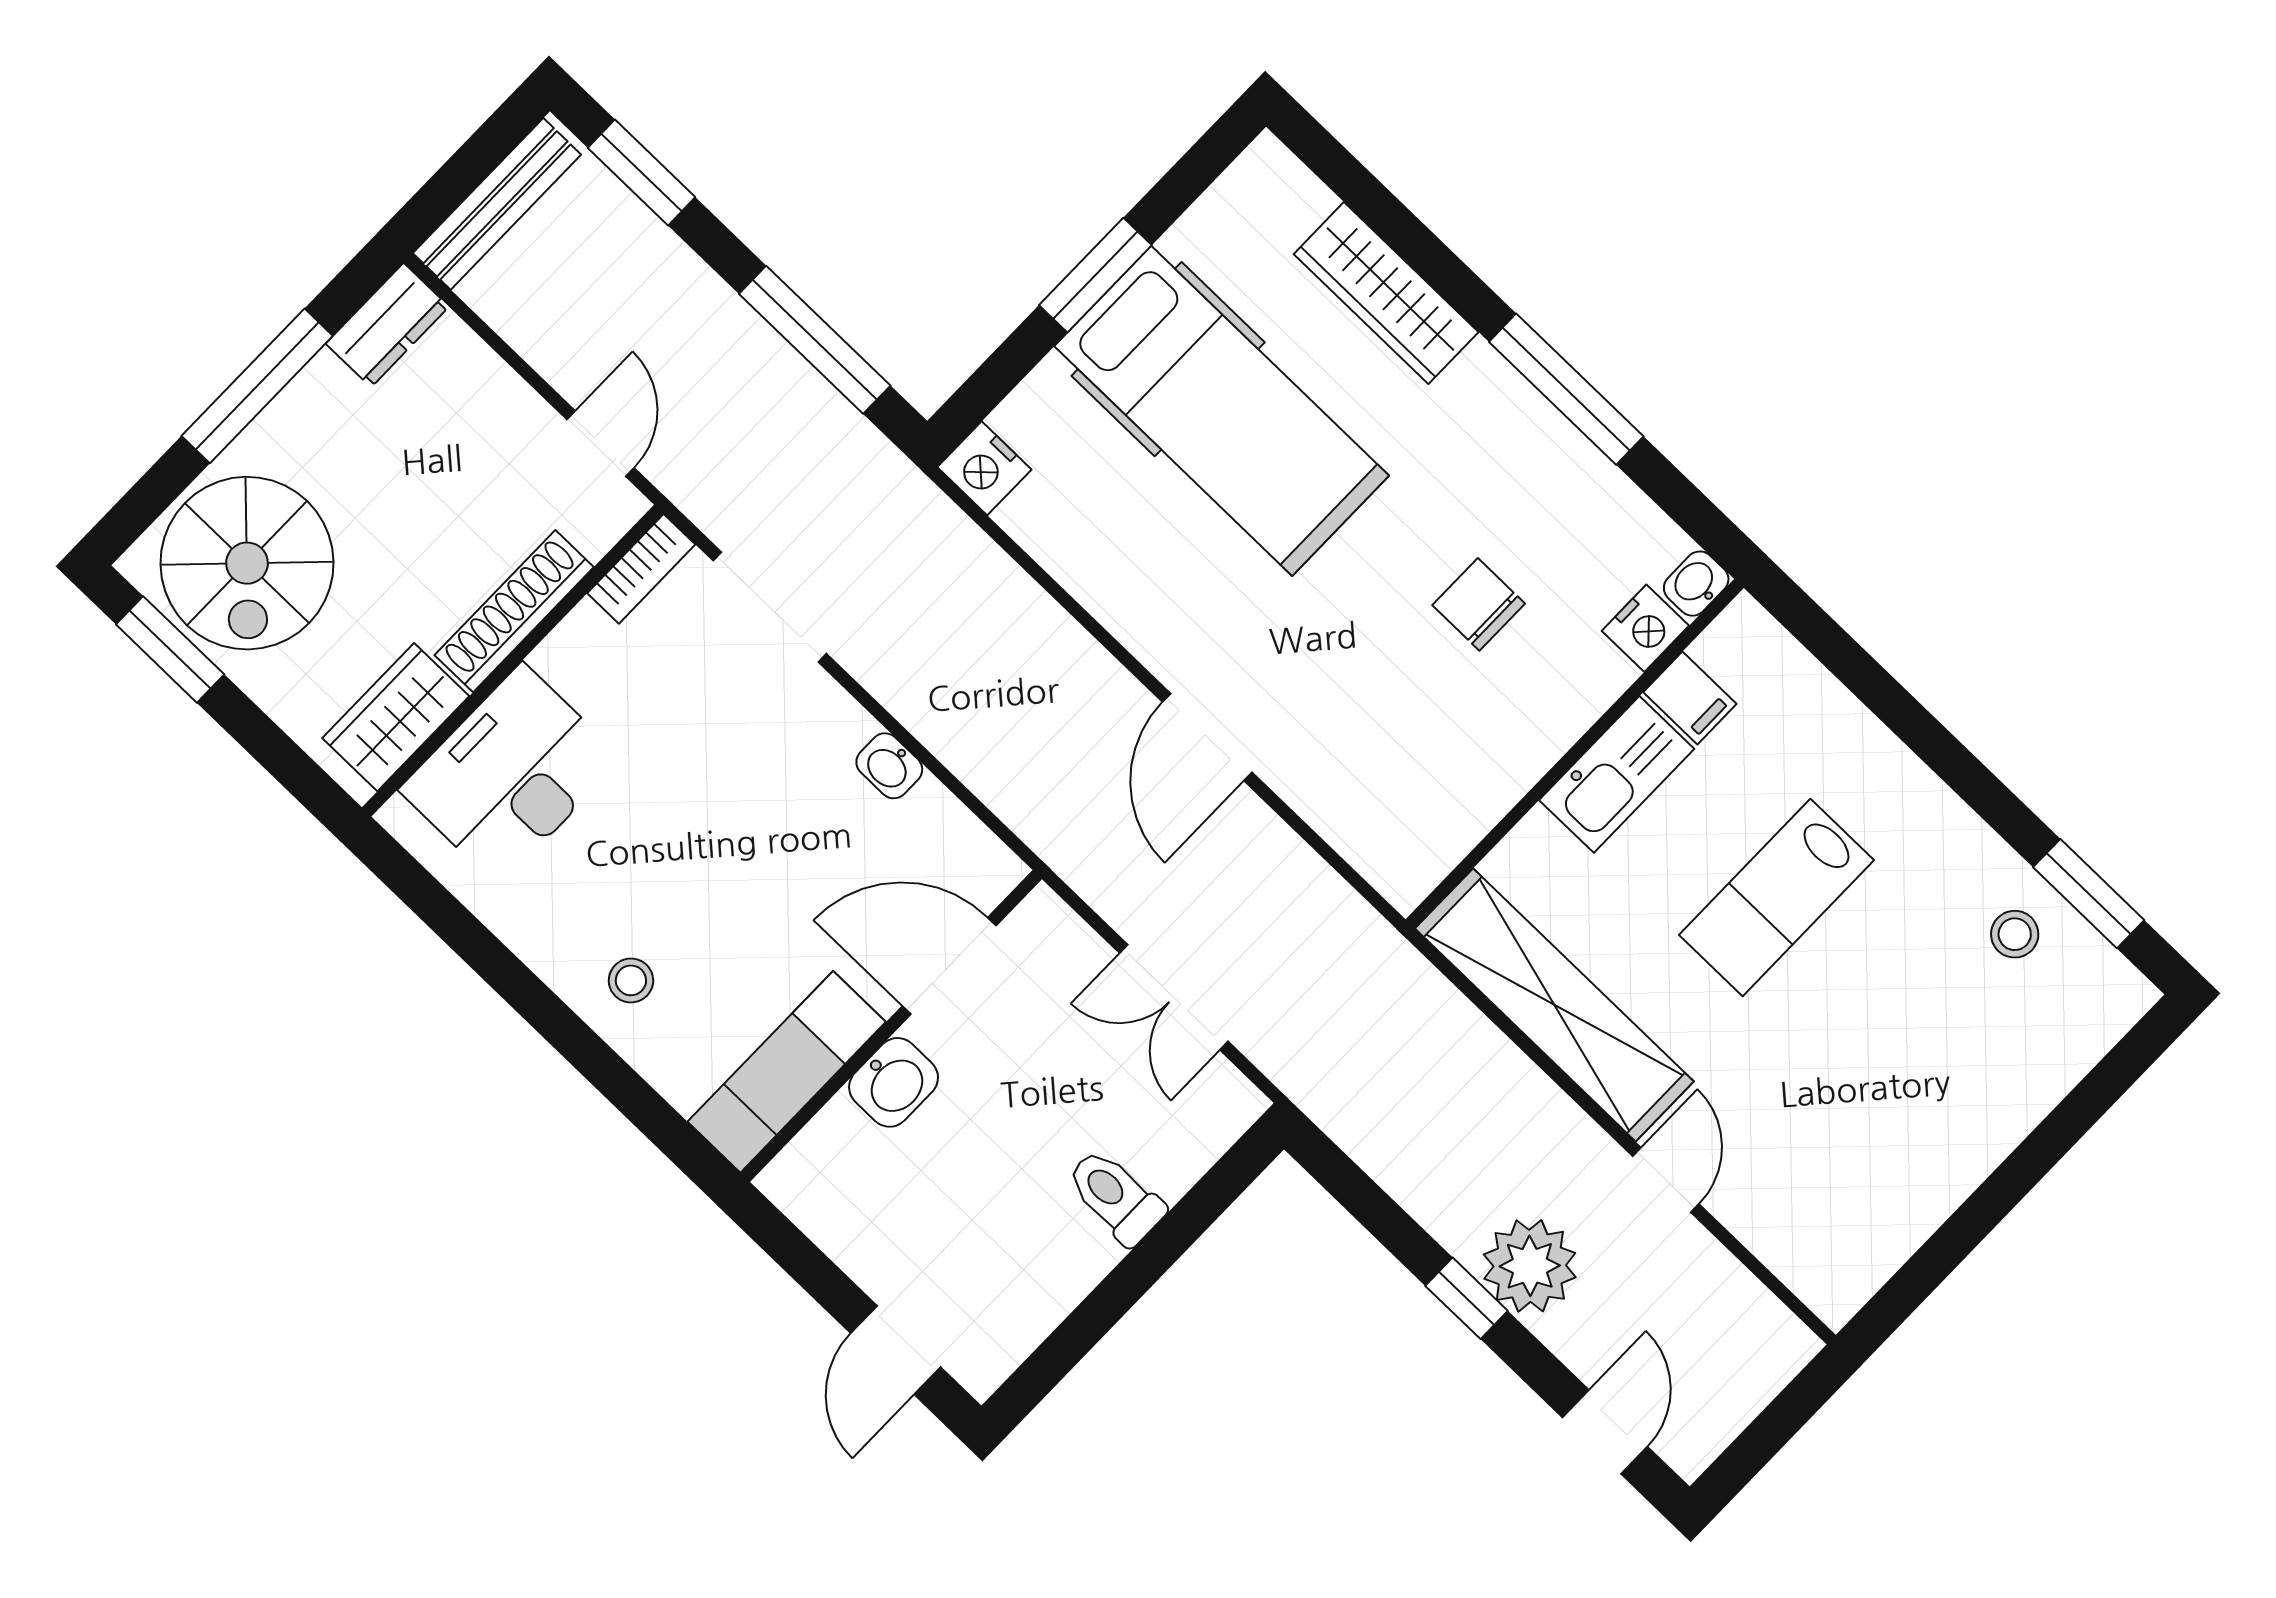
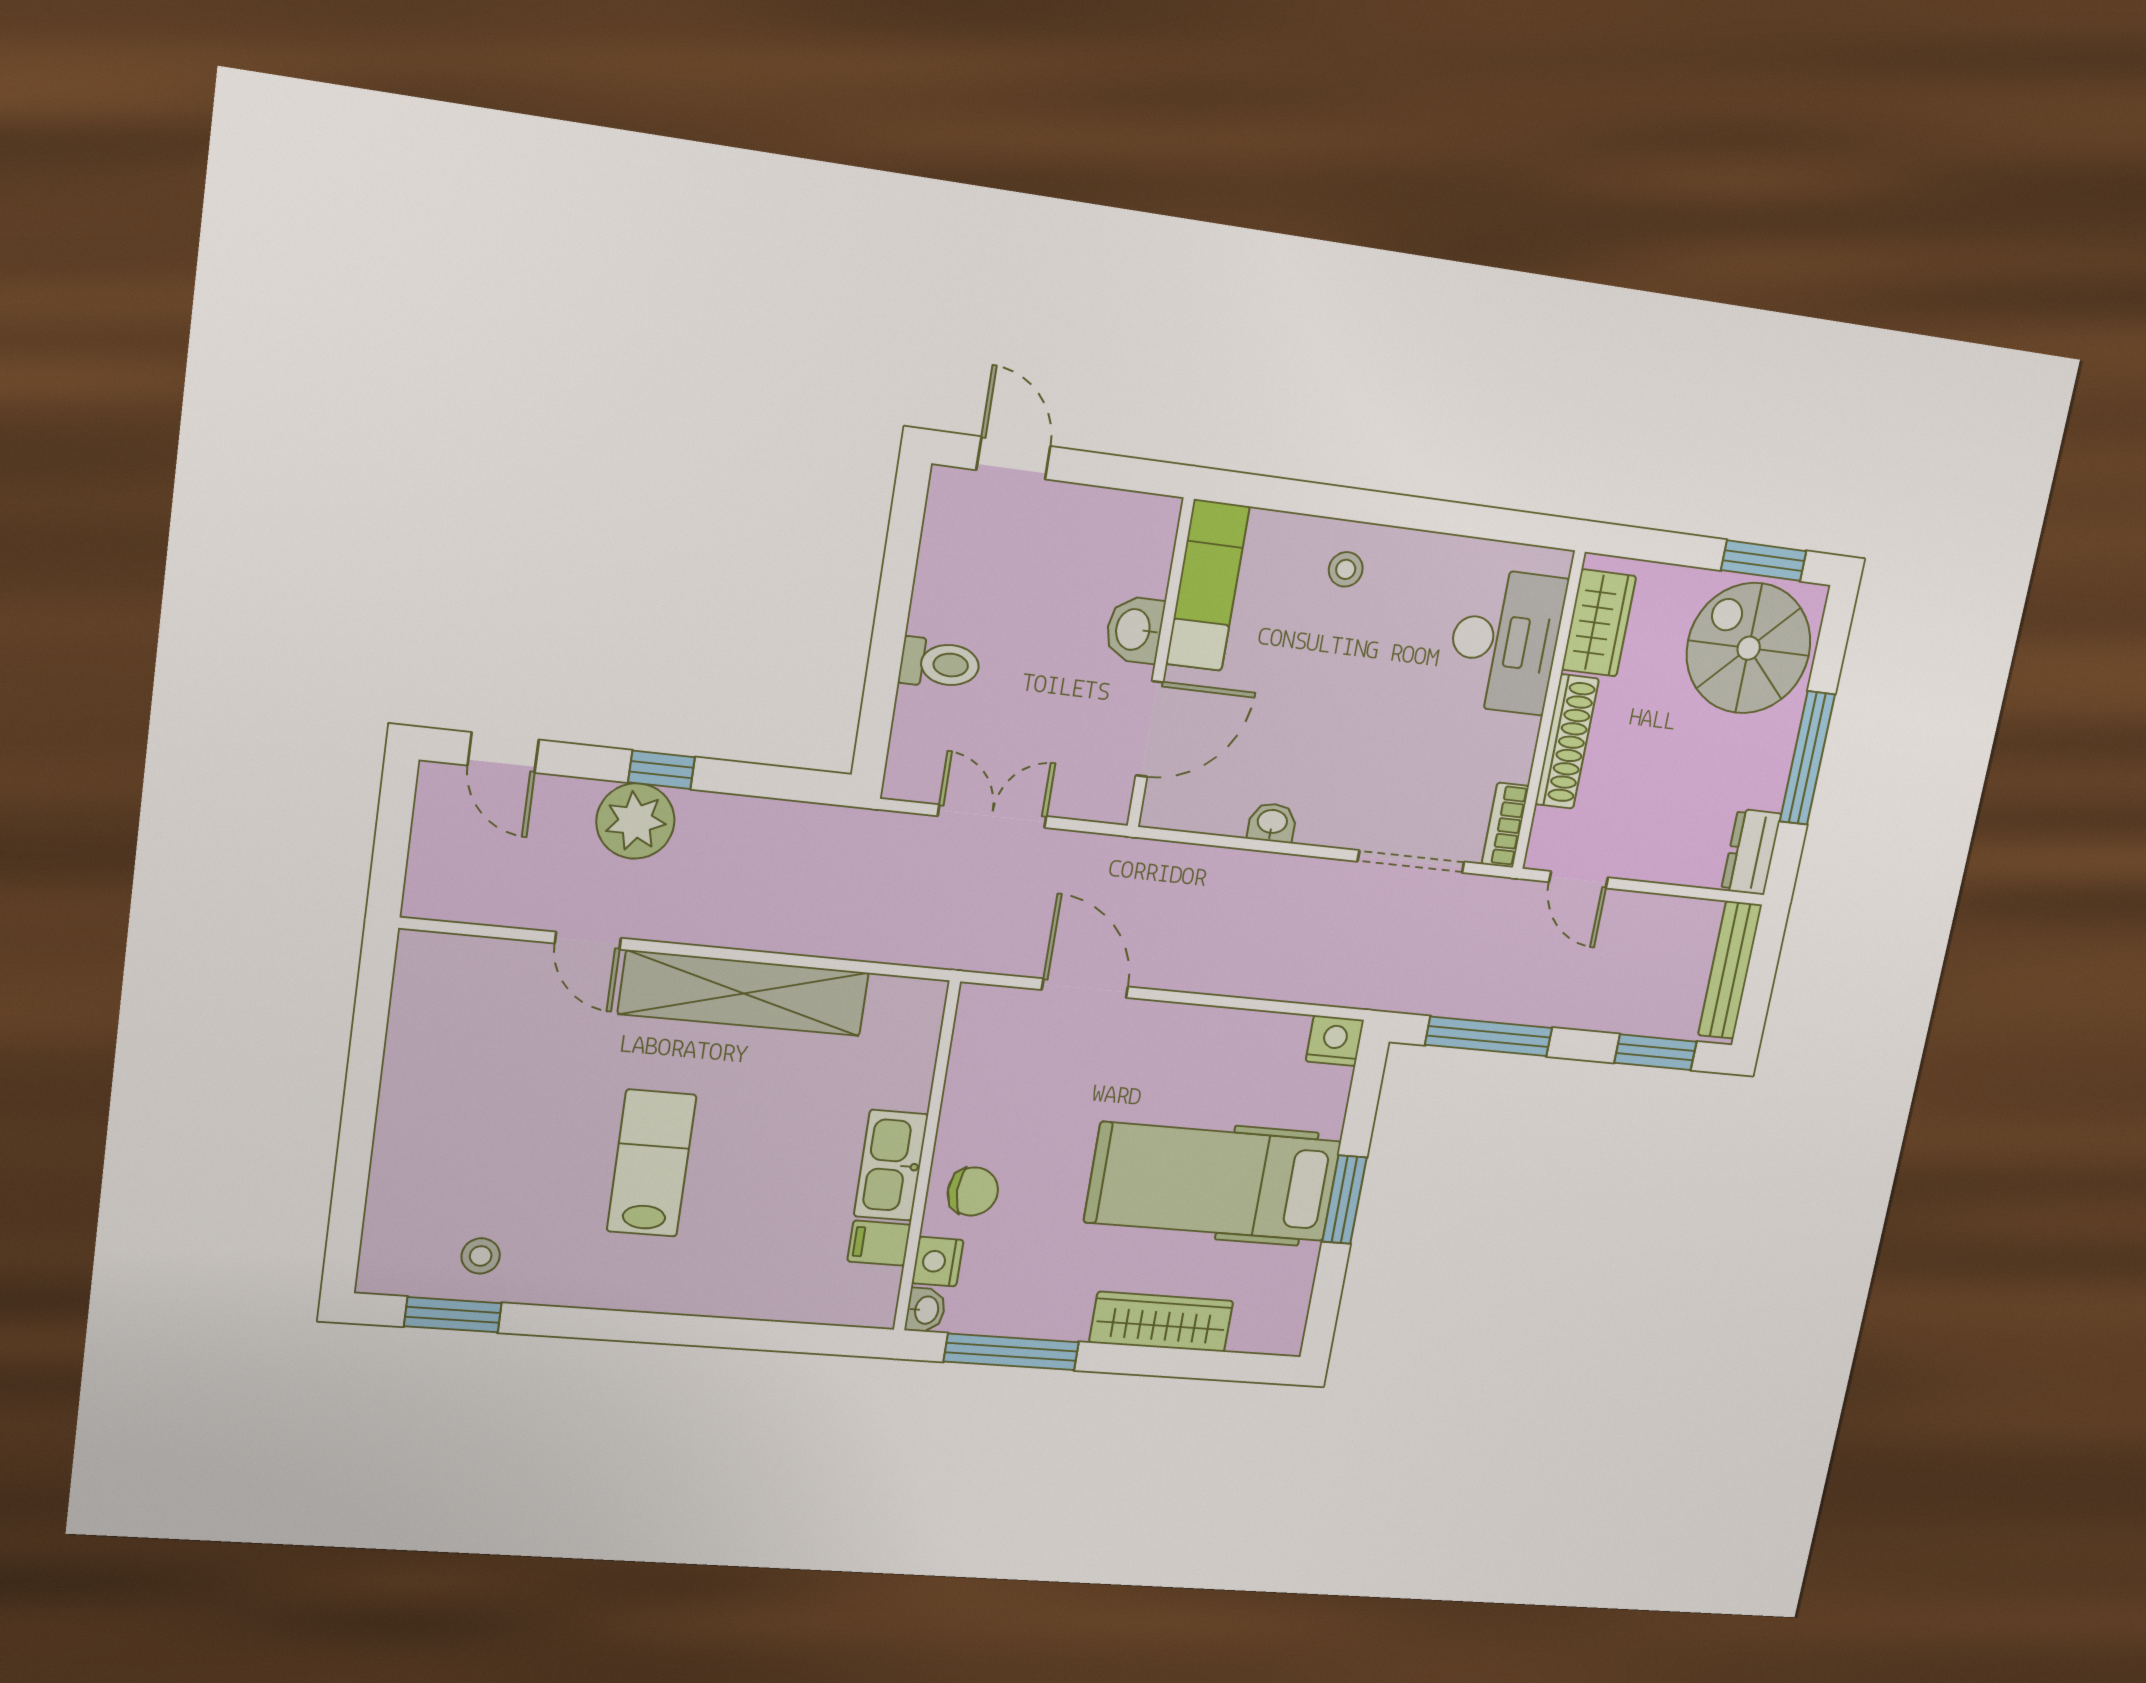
washbasin: (1696, 584) -> (926, 1310), moved
nightstand: (1645, 628) -> (938, 1262), moved
filing cabinet: (1690, 698) -> (879, 1243), moved
wall: (1575, 754) -> (927, 1157), moved
kitchen sink: (1617, 774) -> (891, 1165), moved

